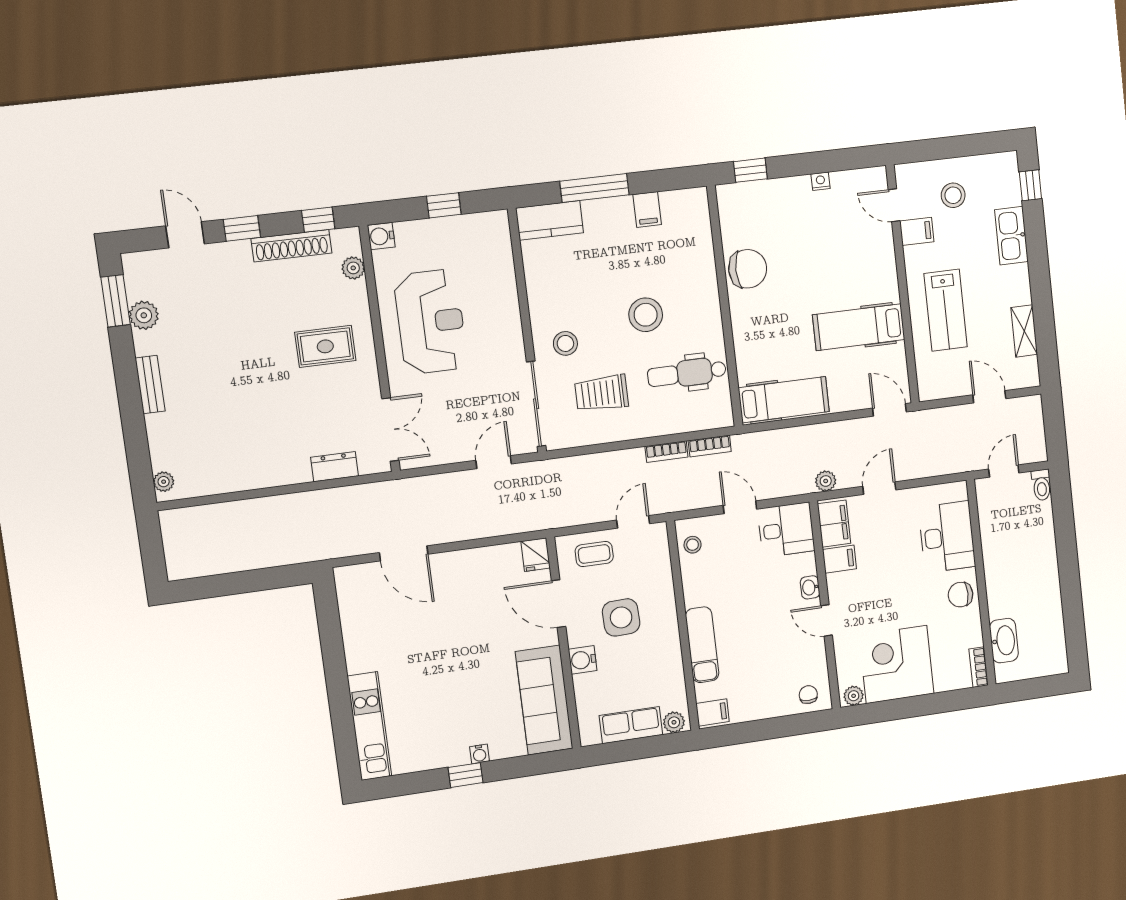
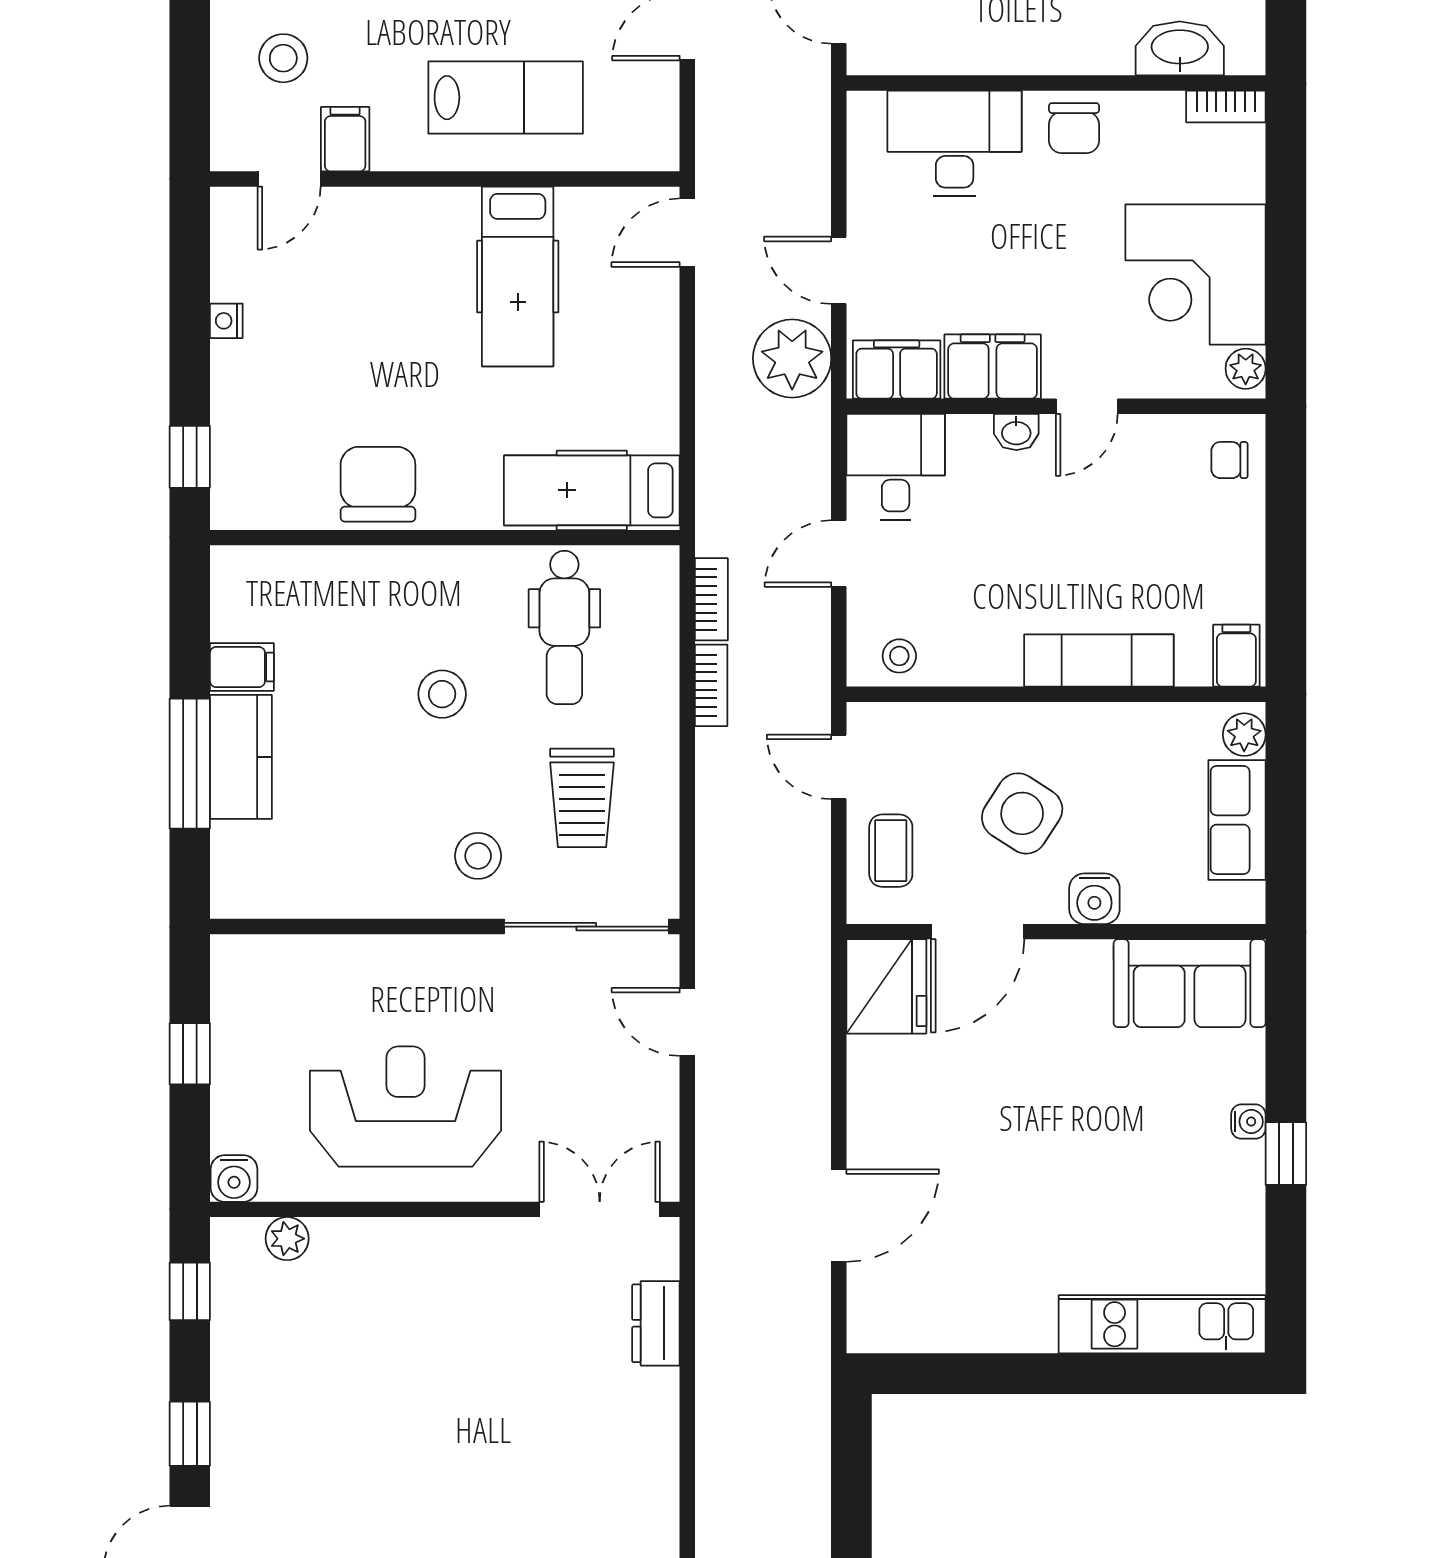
kitchen counter: (550, 220) -> (241, 757), moved
shoe rack: (291, 246) -> (232, 1347), removed
stool: (646, 315) -> (442, 694), width x0.73, depth x0.73
rug: (325, 346) -> (427, 1310), removed
hospital bed: (784, 400) -> (592, 490), moved, turned -90
plant: (826, 481) -> (792, 358), width x1.88, depth x1.88
fridge: (536, 555) -> (886, 986), width x1.88, depth x1.34
filing cabinet: (839, 559) -> (993, 367), width x2.00
side table: (621, 617) -> (1022, 813), turned 35
sofa: (544, 700) -> (1190, 983), width x0.73

